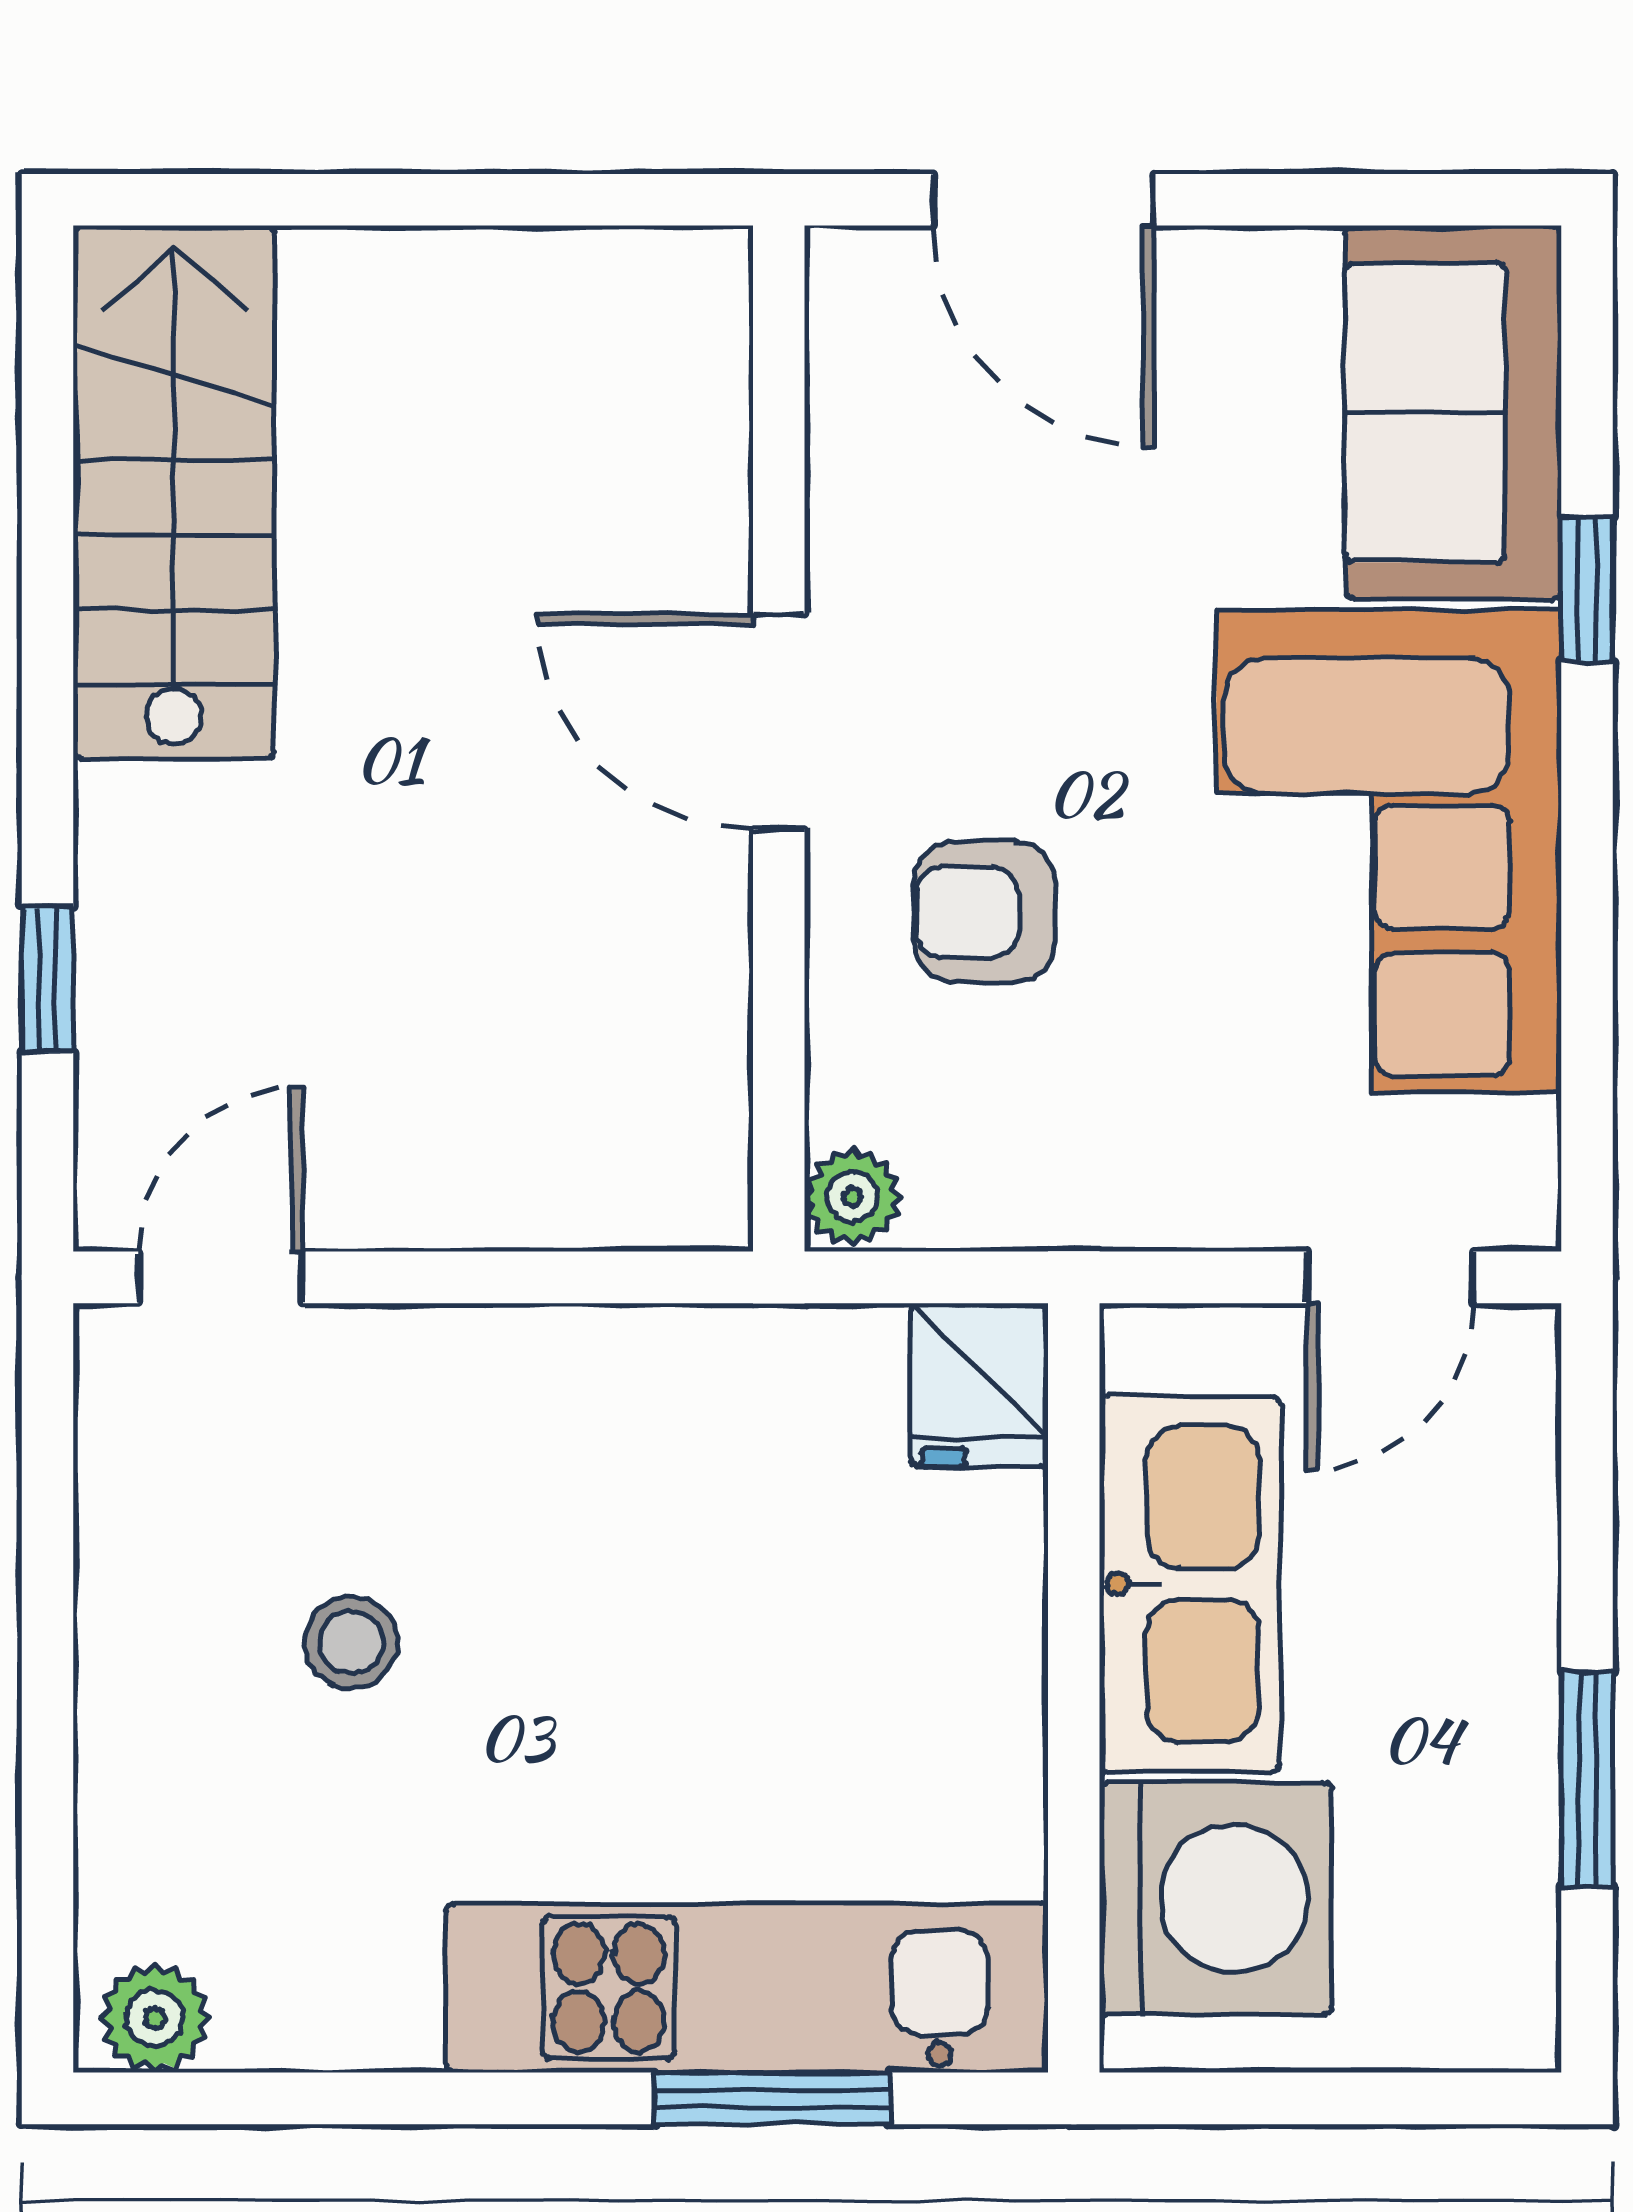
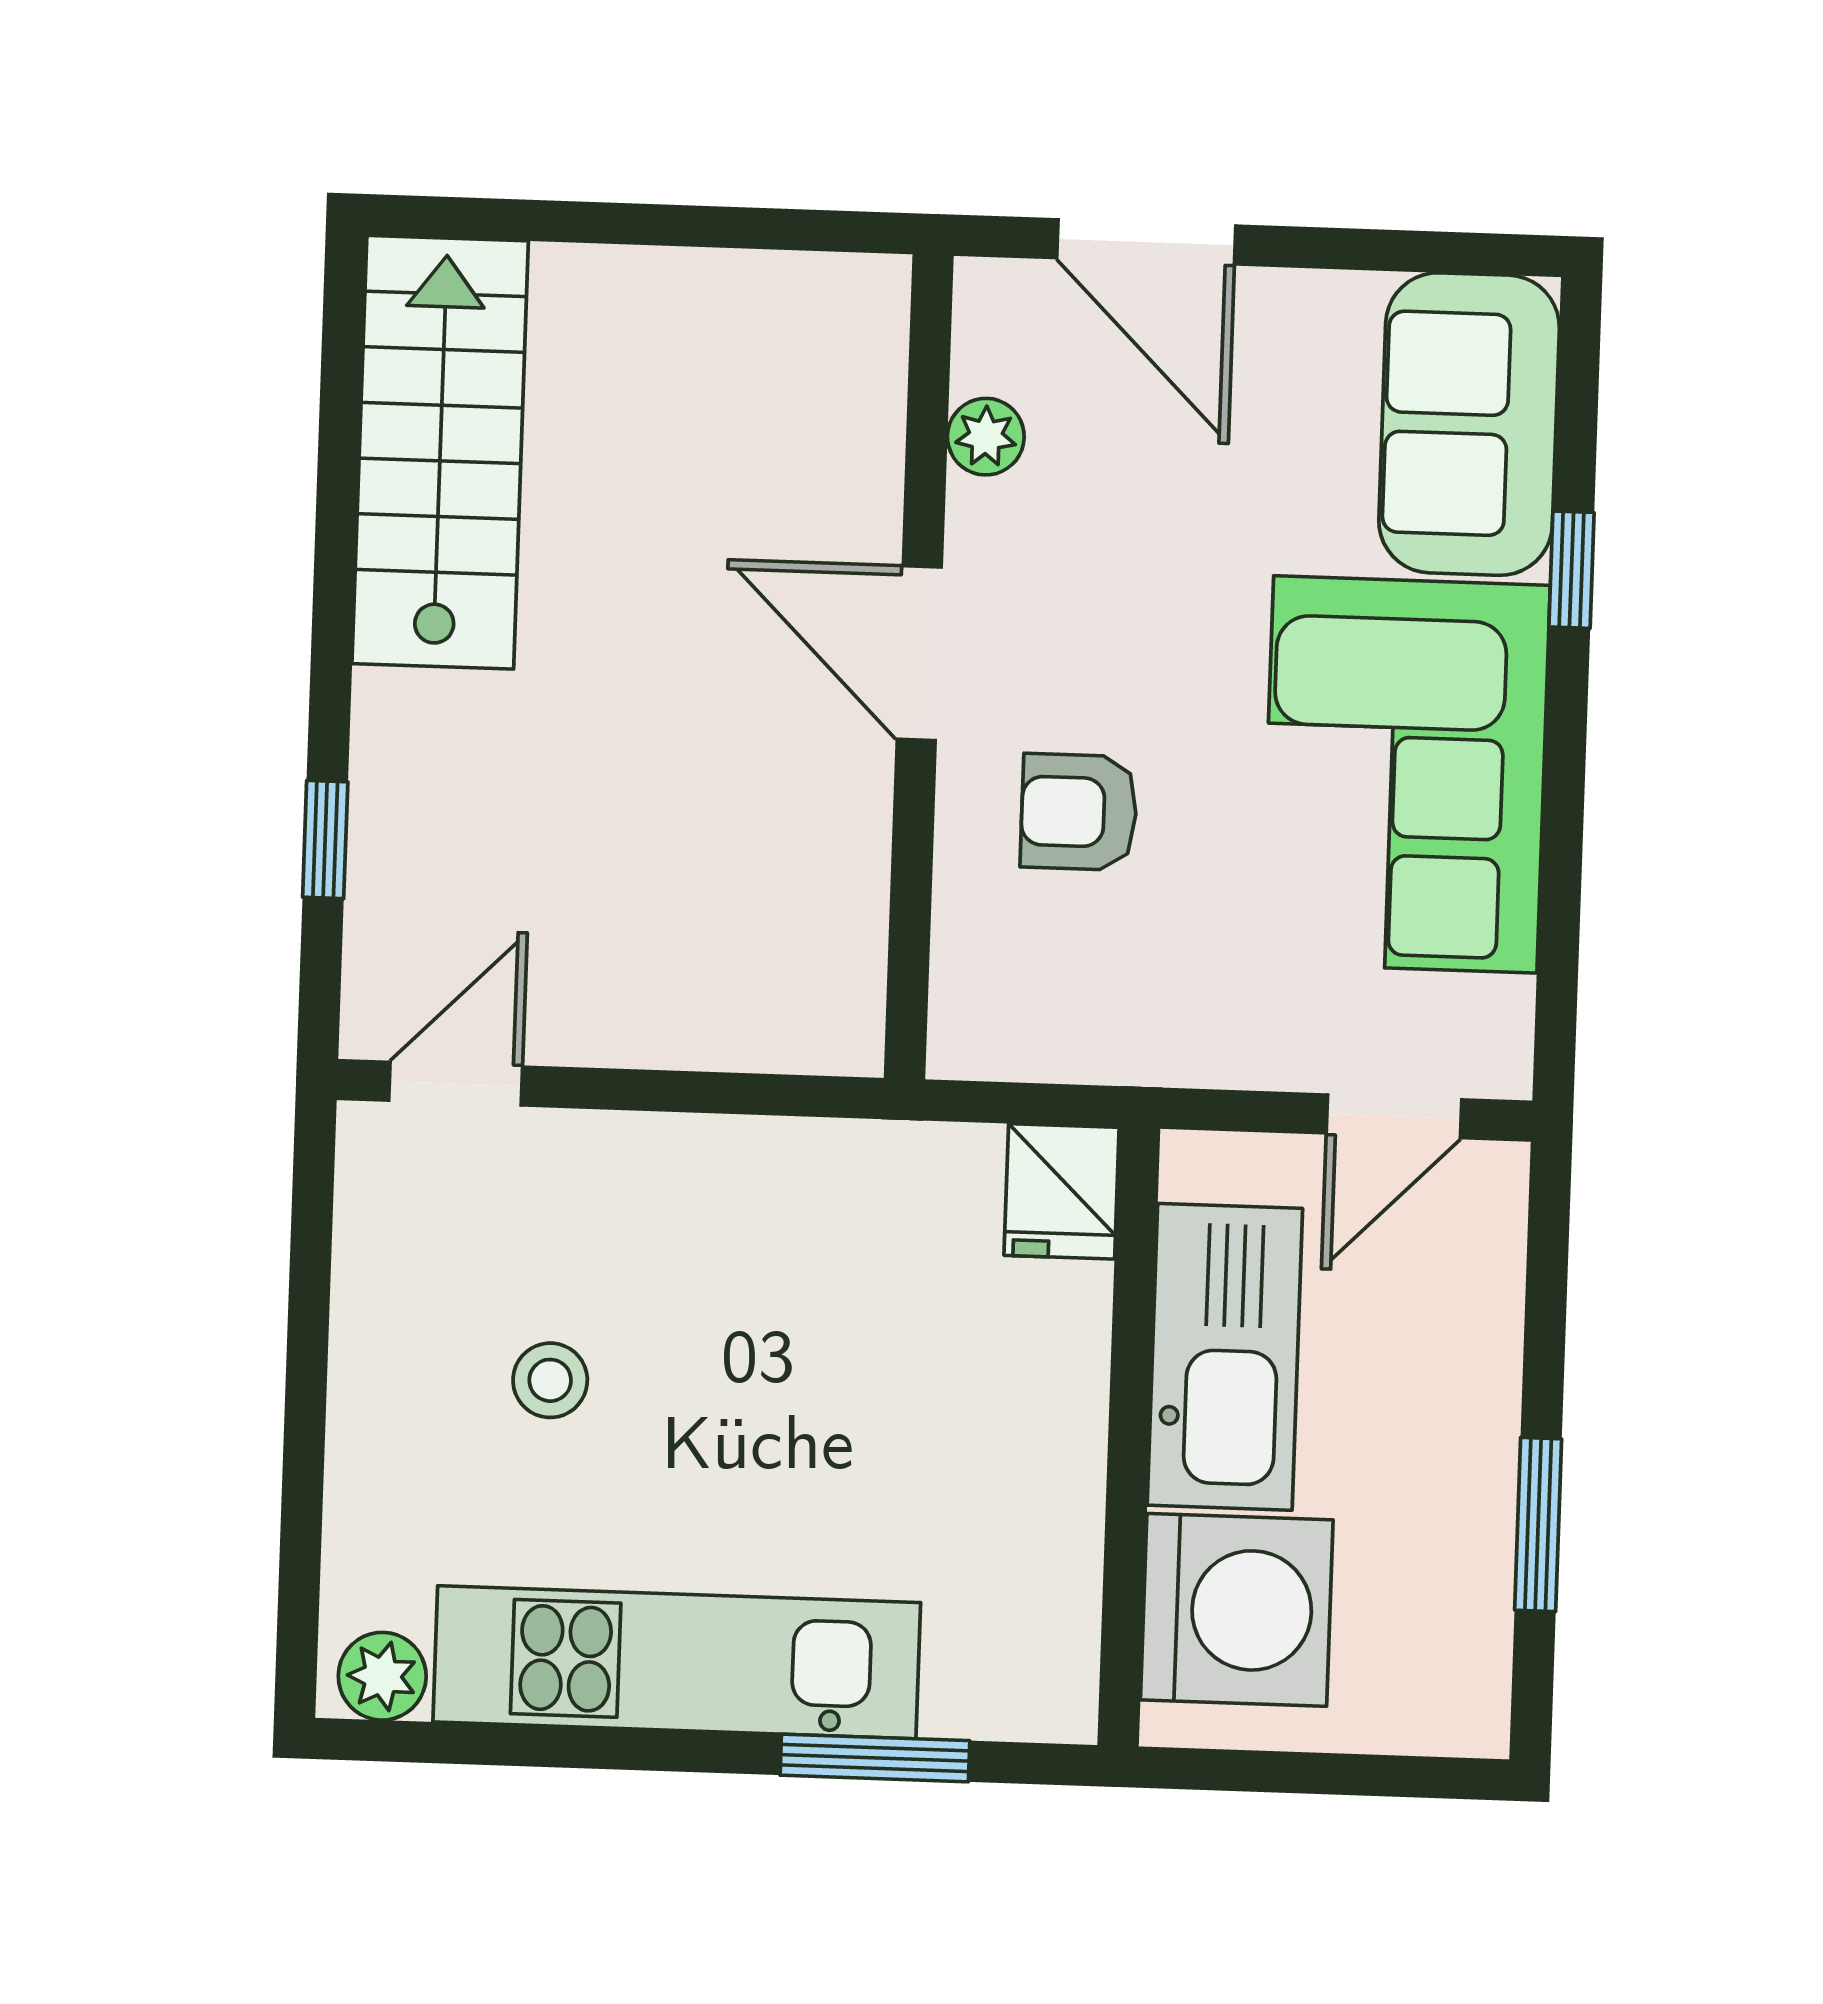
plant: (852, 1197) -> (986, 437), moved
kitchen unit: (747, 1988) -> (677, 1662), moved

